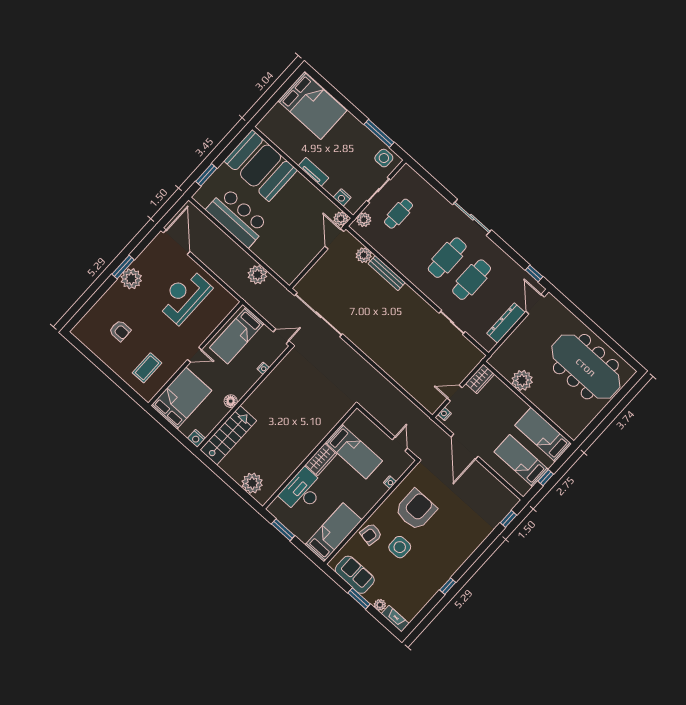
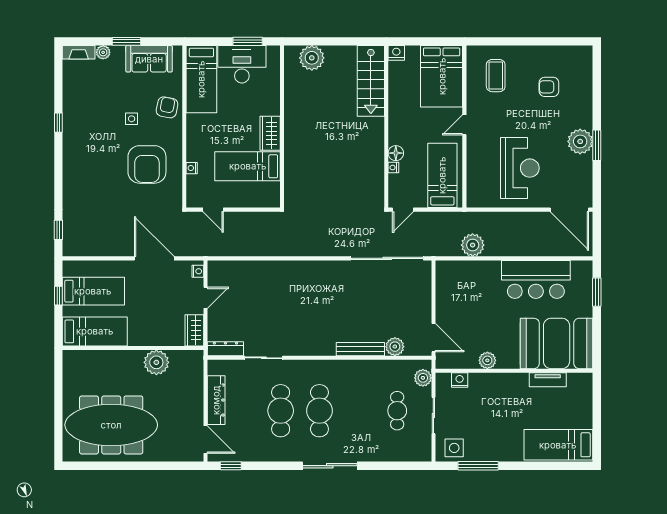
bed: (312, 106) -> (558, 445), width x0.67
tv unit: (313, 172) -> (548, 380), moved
plant: (341, 219) -> (487, 360), moved
dresser: (471, 350) -> (225, 349), added
floor lamp: (231, 401) -> (396, 153), moved
desk: (303, 491) -> (242, 64), moved, turned -90
side table: (400, 547) -> (132, 119), width x0.54, depth x0.54

